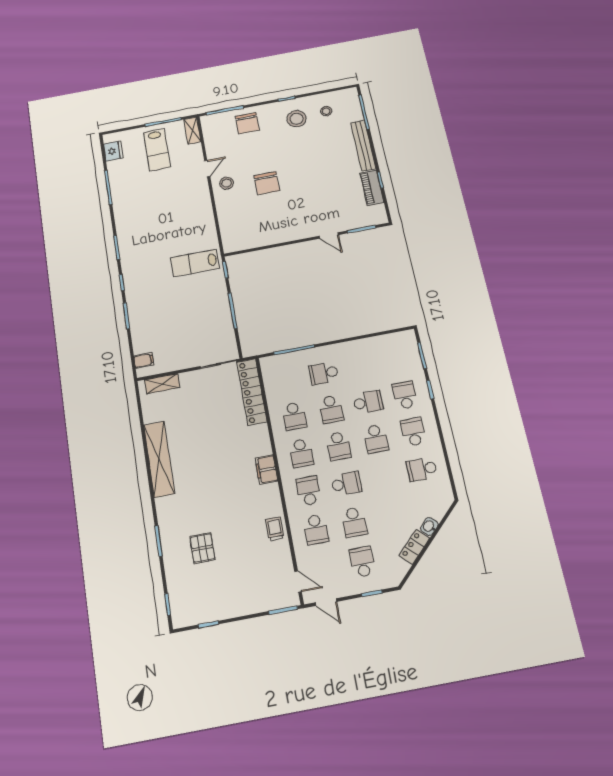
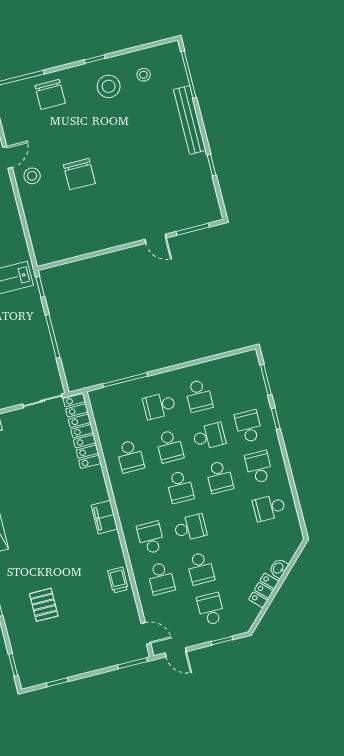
piano: (372, 188) -> (202, 175), removed
school desk: (301, 453) -> (199, 396), moved

